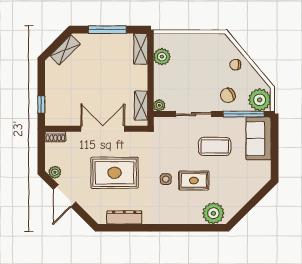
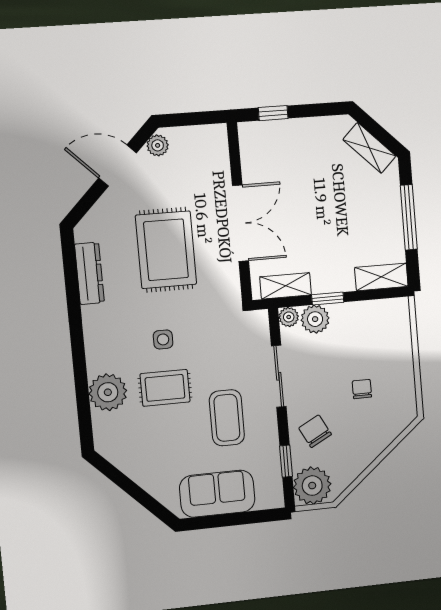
plant: (162, 57) -> (315, 319), moved
chair: (235, 65) -> (362, 389), moved
window: (151, 82) -> (328, 299), added
window: (244, 114) -> (286, 461), width x0.46
shoe rack: (55, 137) -> (220, 142), removed
sofa: (259, 138) -> (217, 494), moved
rug: (194, 181) -> (165, 388), turned 90
plant: (213, 213) -> (108, 392), moved

